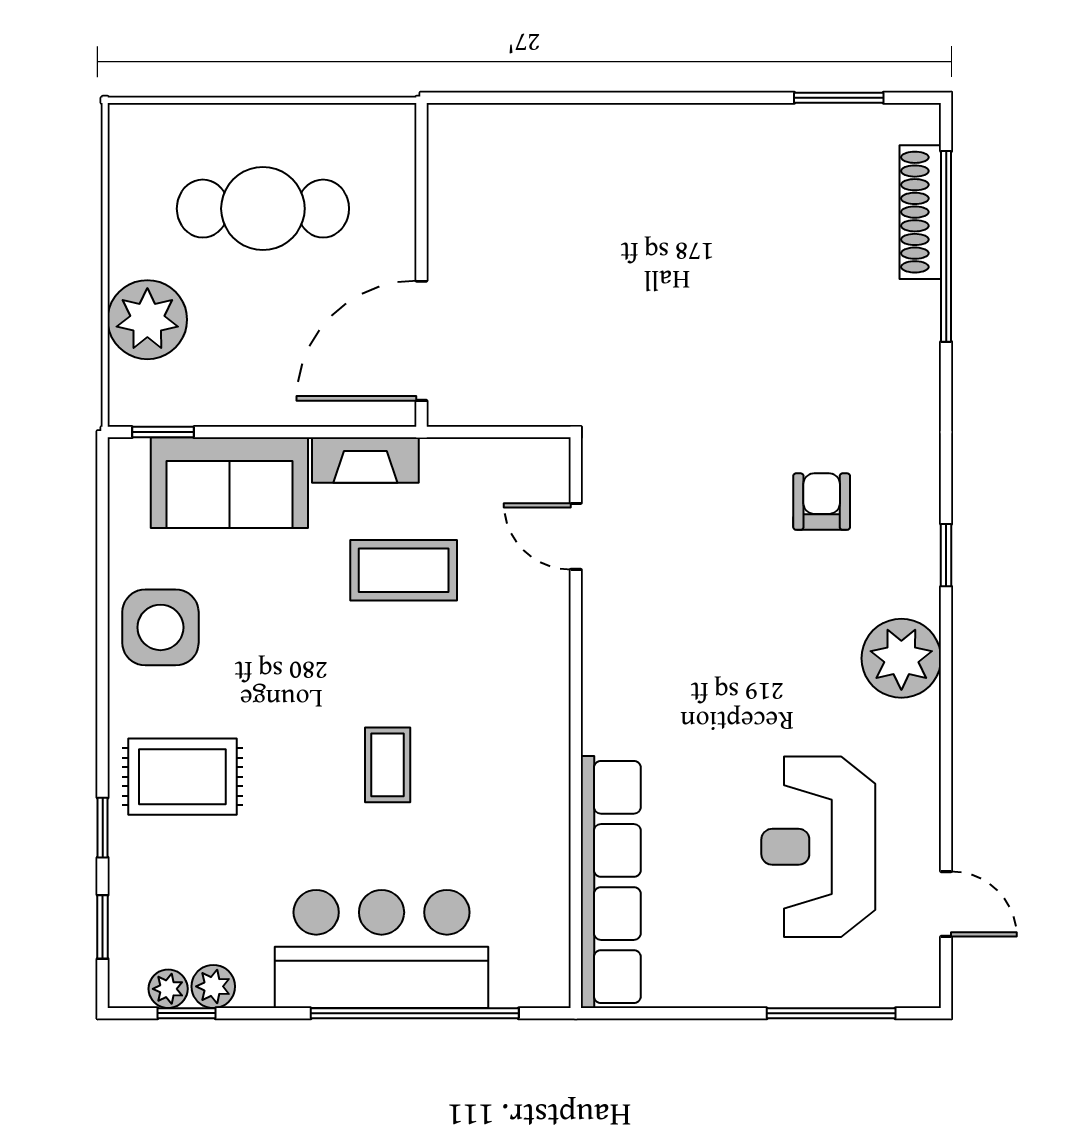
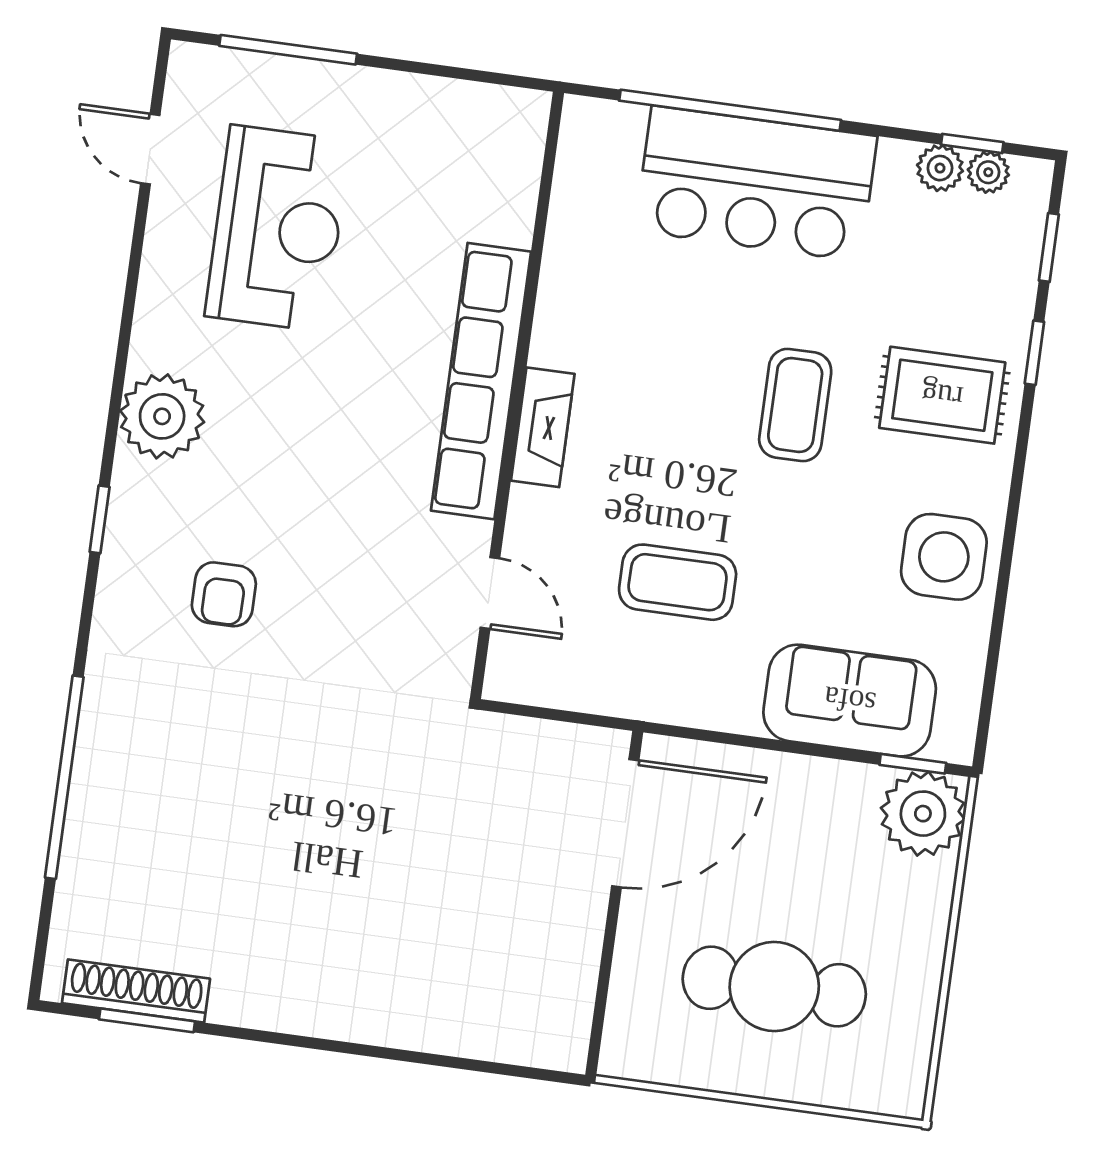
shoe rack: (920, 212) -> (136, 991), moved, turned -90
window: (946, 246) -> (64, 777), moved
plant: (147, 320) -> (923, 814), moved
fireplace: (365, 460) -> (543, 427), moved, turned 90
coffee table: (388, 765) -> (795, 405), moved, width x1.36, depth x1.30
row of seats: (611, 882) -> (481, 381), moved

